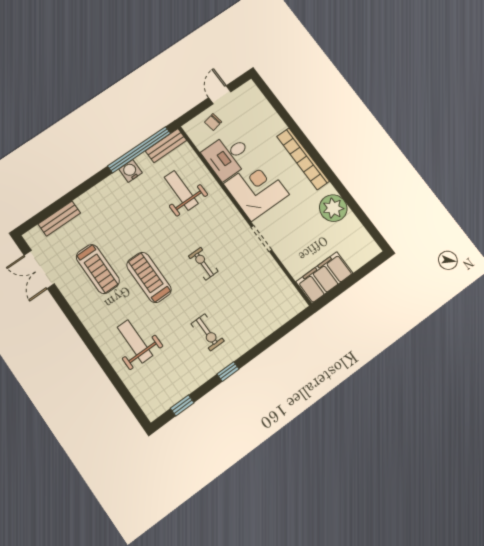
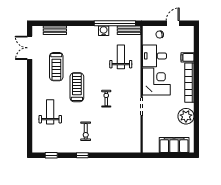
filing cabinet: (275, 126) -> (188, 57), added
filing cabinet: (324, 277) -> (174, 145), moved

